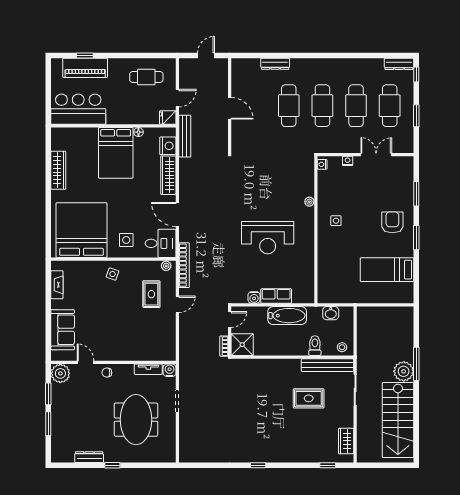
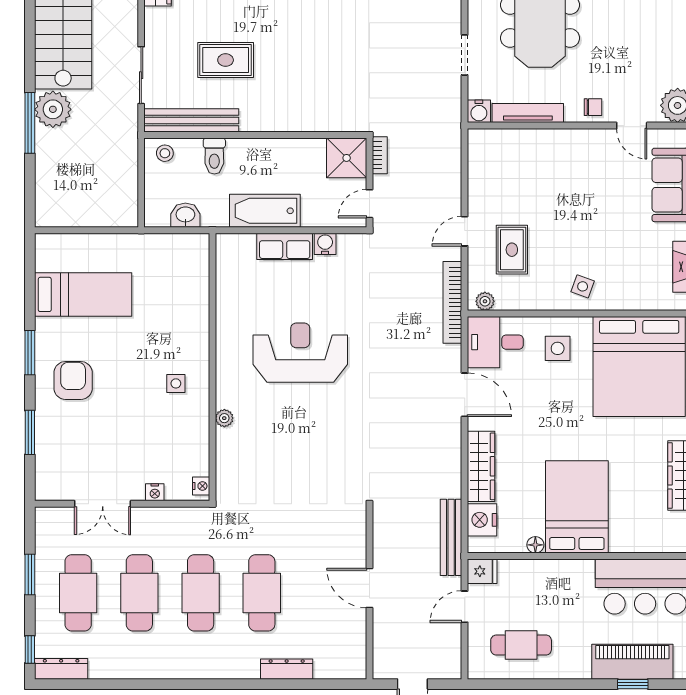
armchair: (392, 222) -> (73, 380), turned 180
tv unit: (148, 369) -> (528, 113), width x1.41

